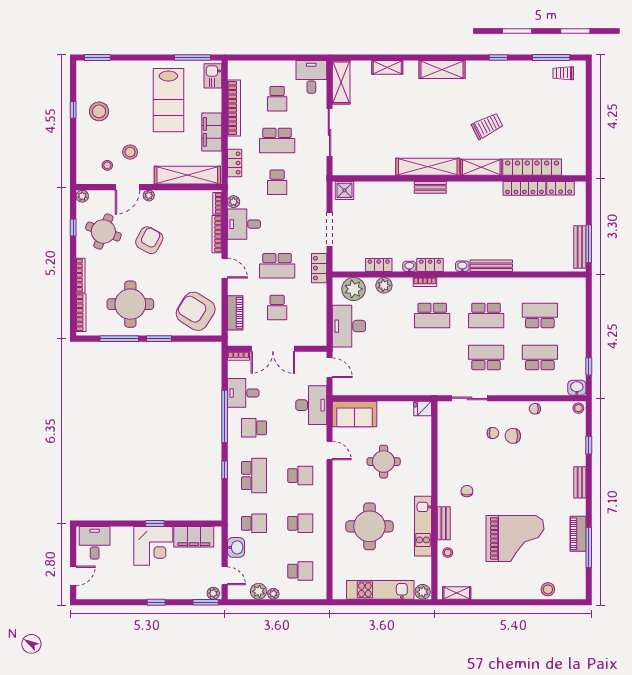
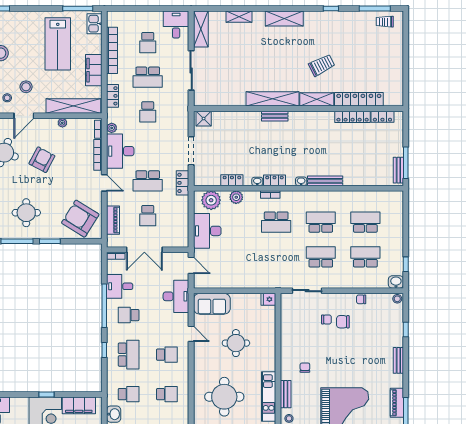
plant: (149, 196) -> (62, 123), moved
desk: (244, 224) -> (120, 151), width x1.37
bench: (580, 247) -> (398, 170), width x0.73
round table: (130, 304) -> (26, 213), width x0.73, depth x0.73
school desk: (486, 315) -> (321, 222), turned 180

